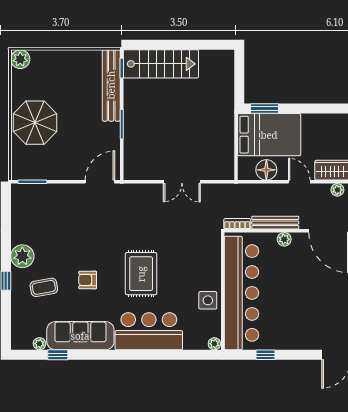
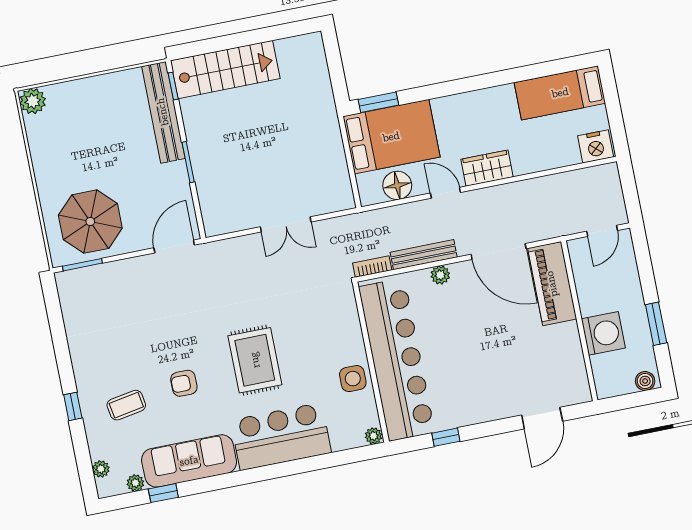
parasol: (35, 123) -> (90, 222), moved
plant: (337, 190) -> (499, 193), removed
plant: (22, 256) -> (101, 469), moved, width x0.53, depth x0.53

